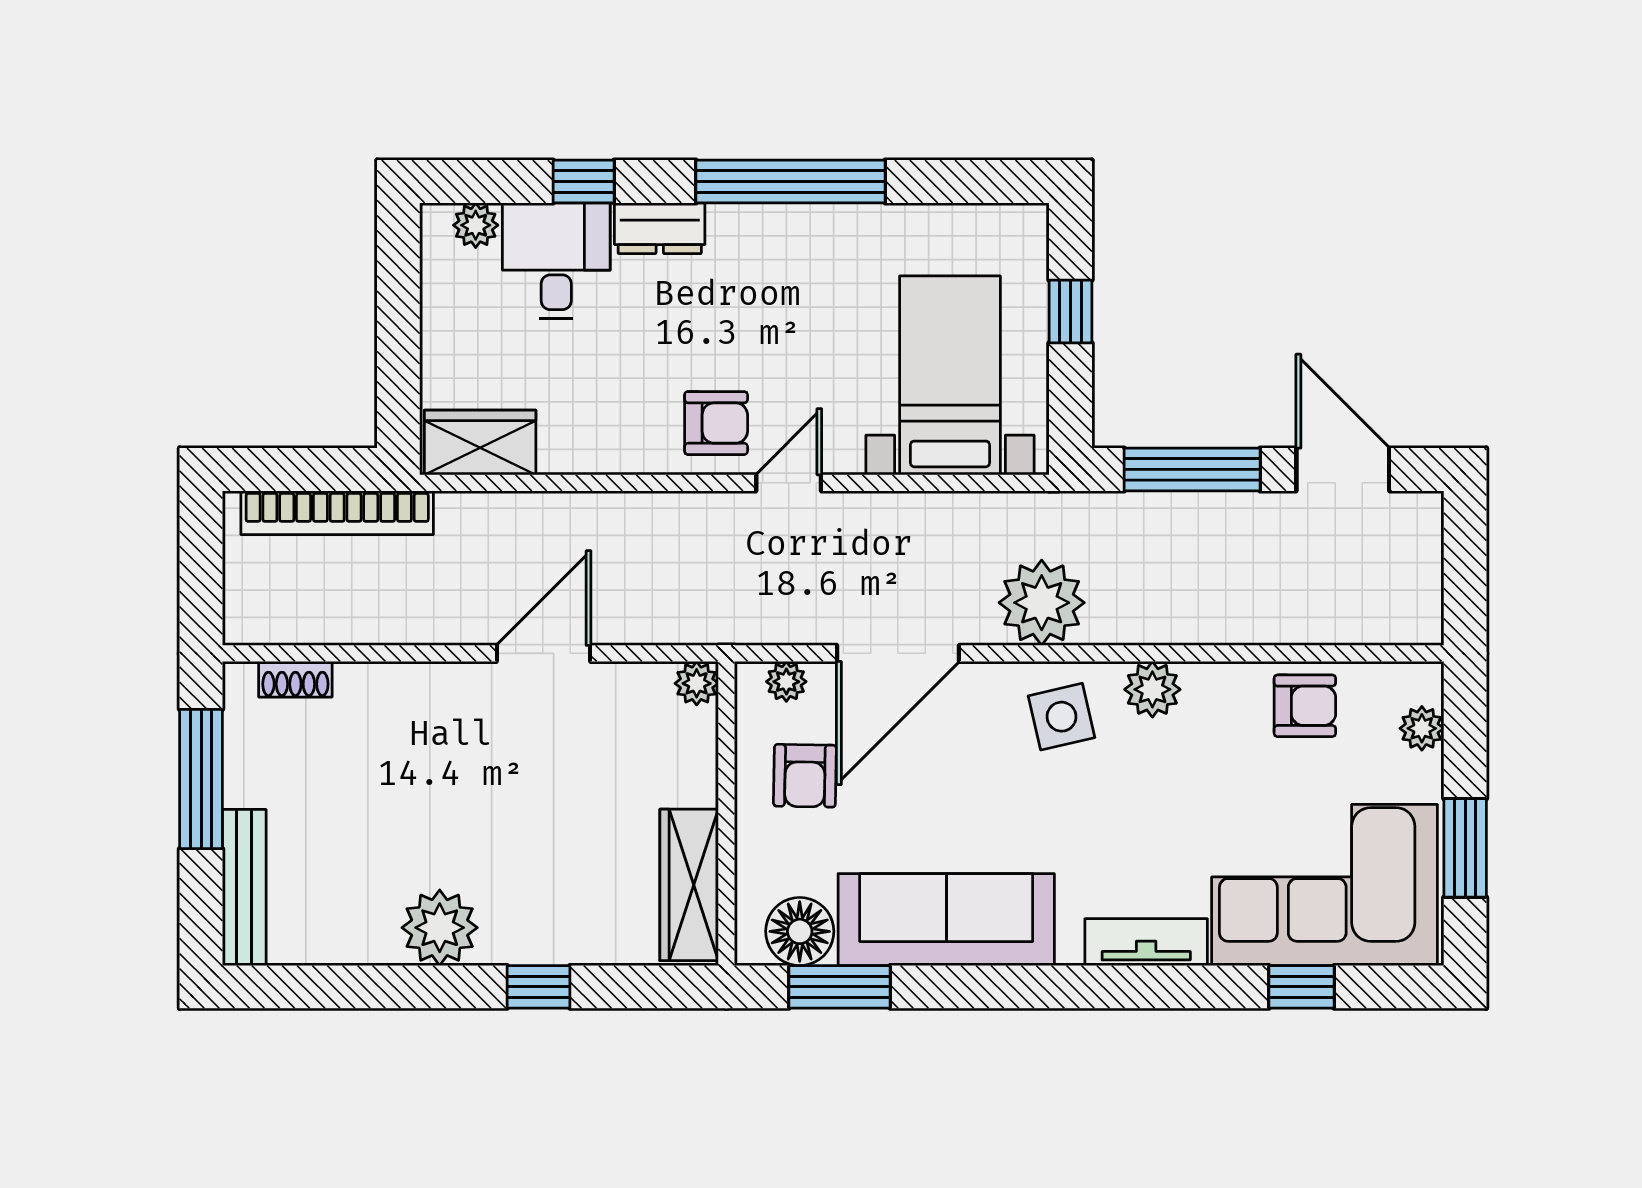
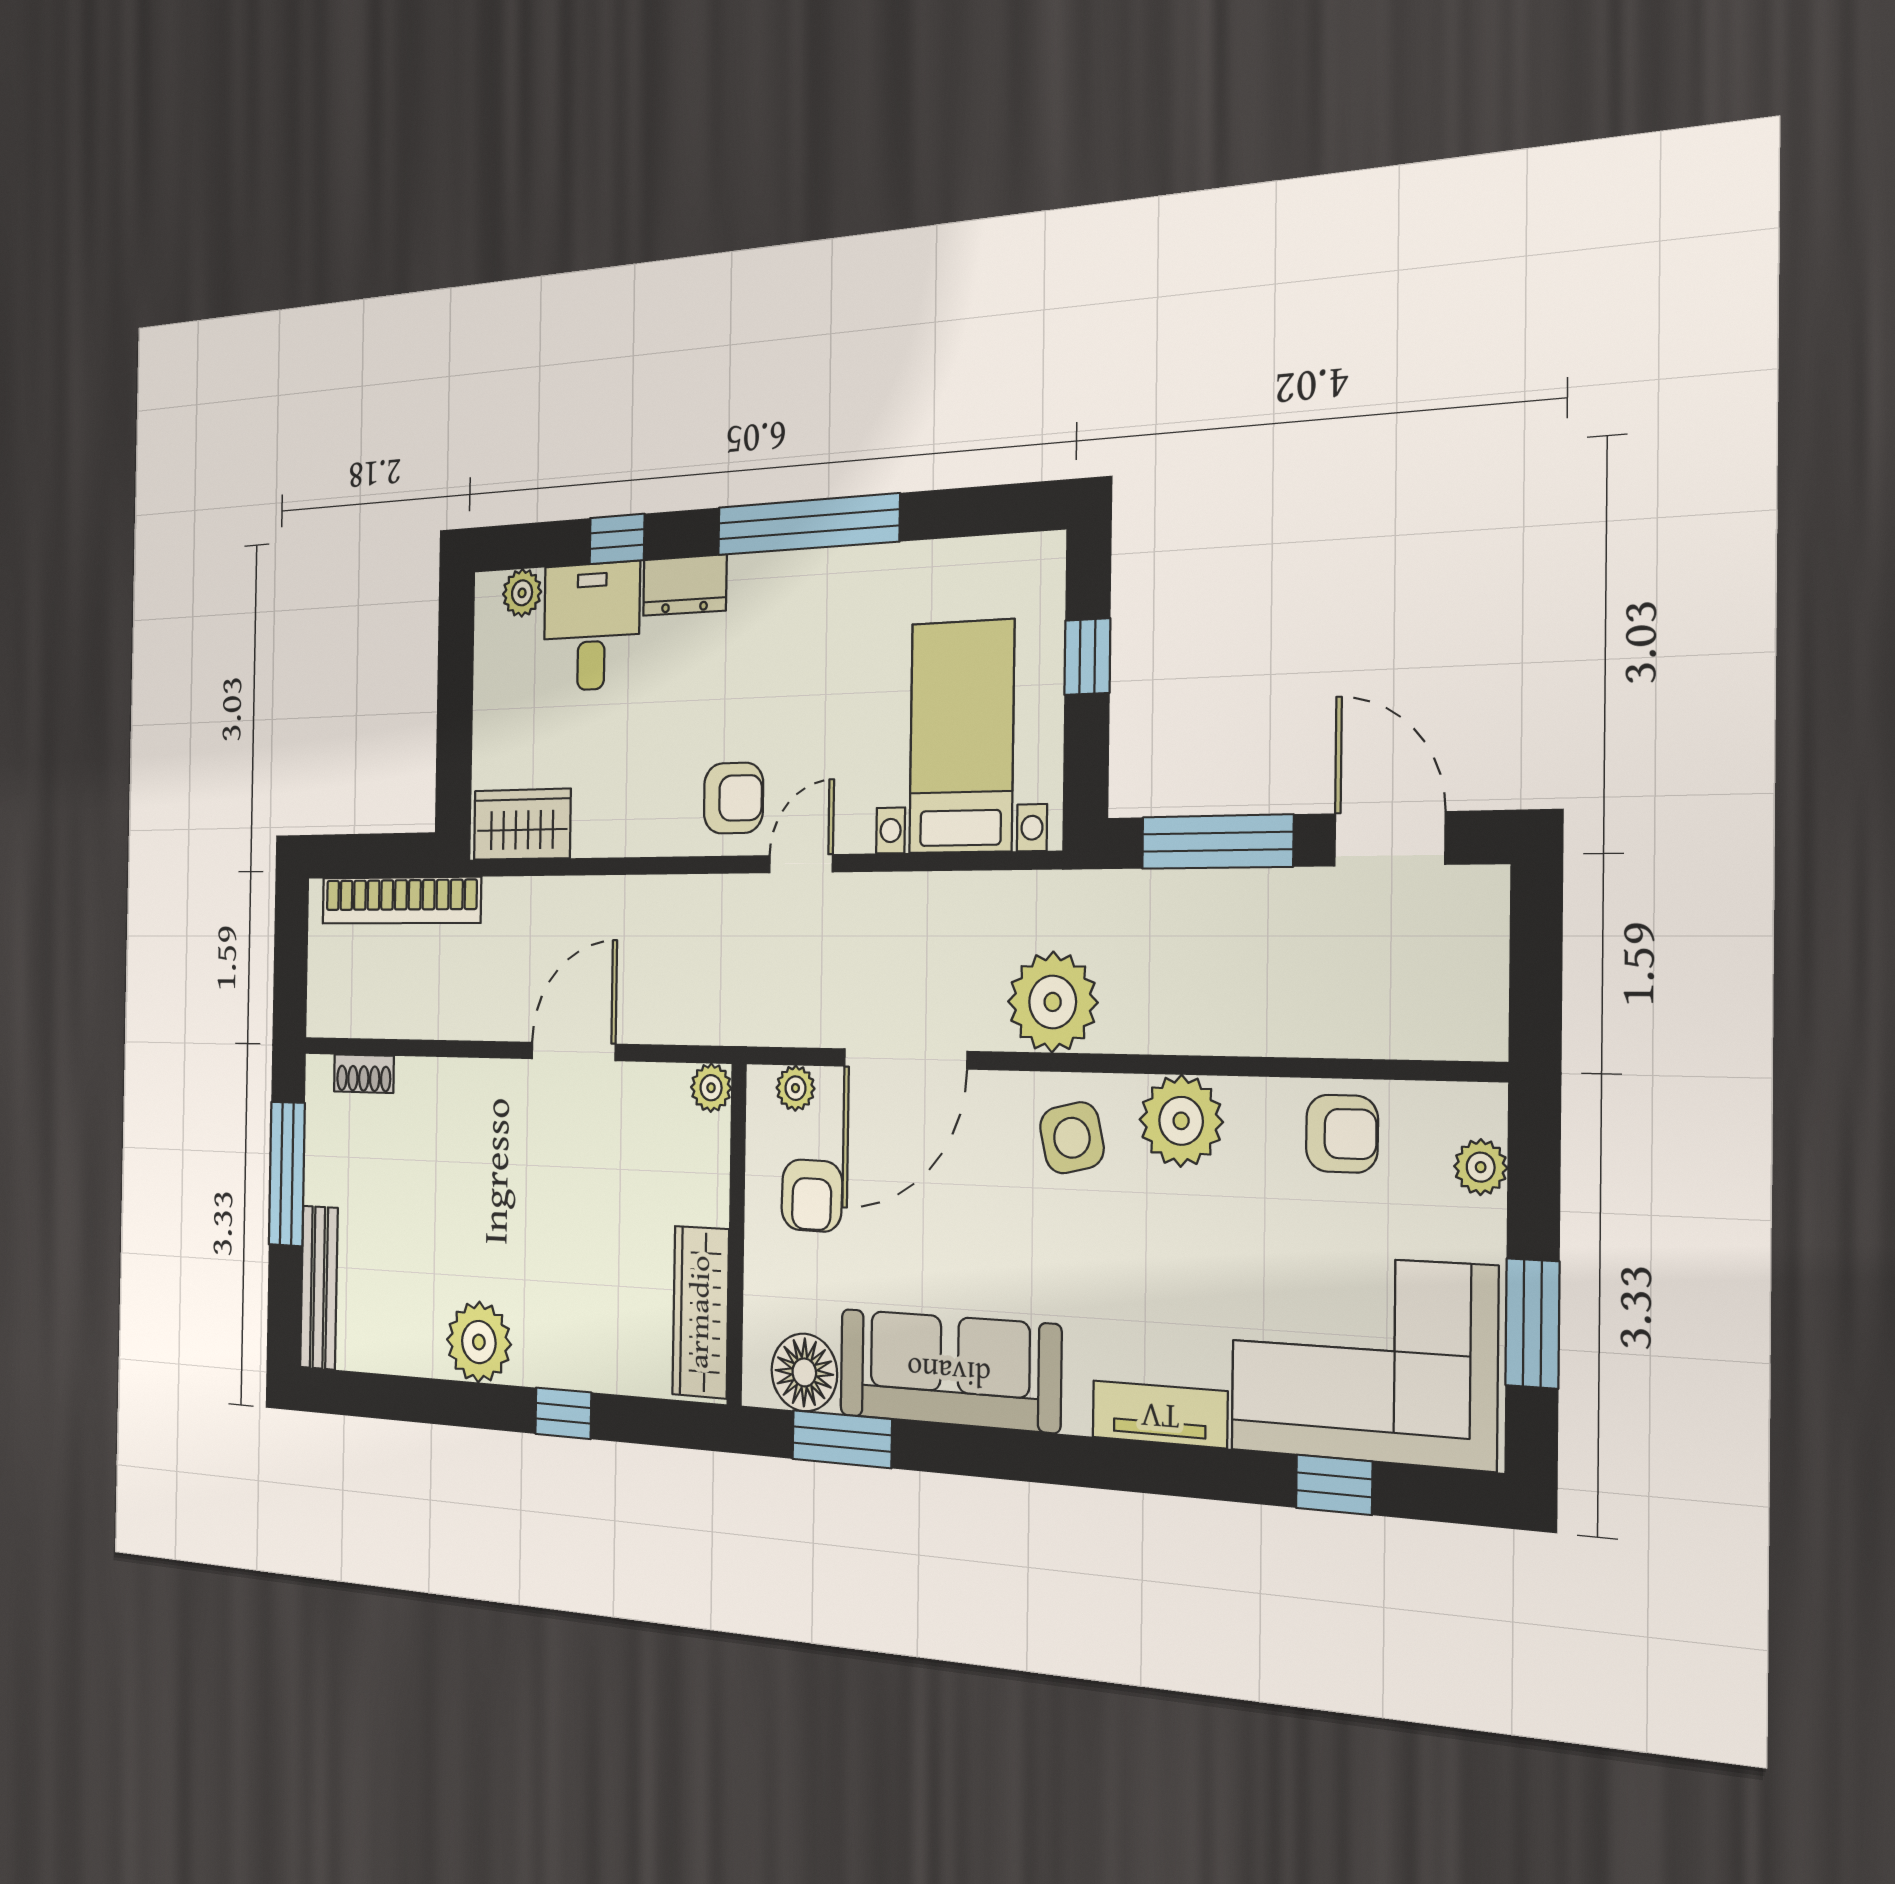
plant: (1152, 689) -> (1181, 1121), width x1.36, depth x1.36

